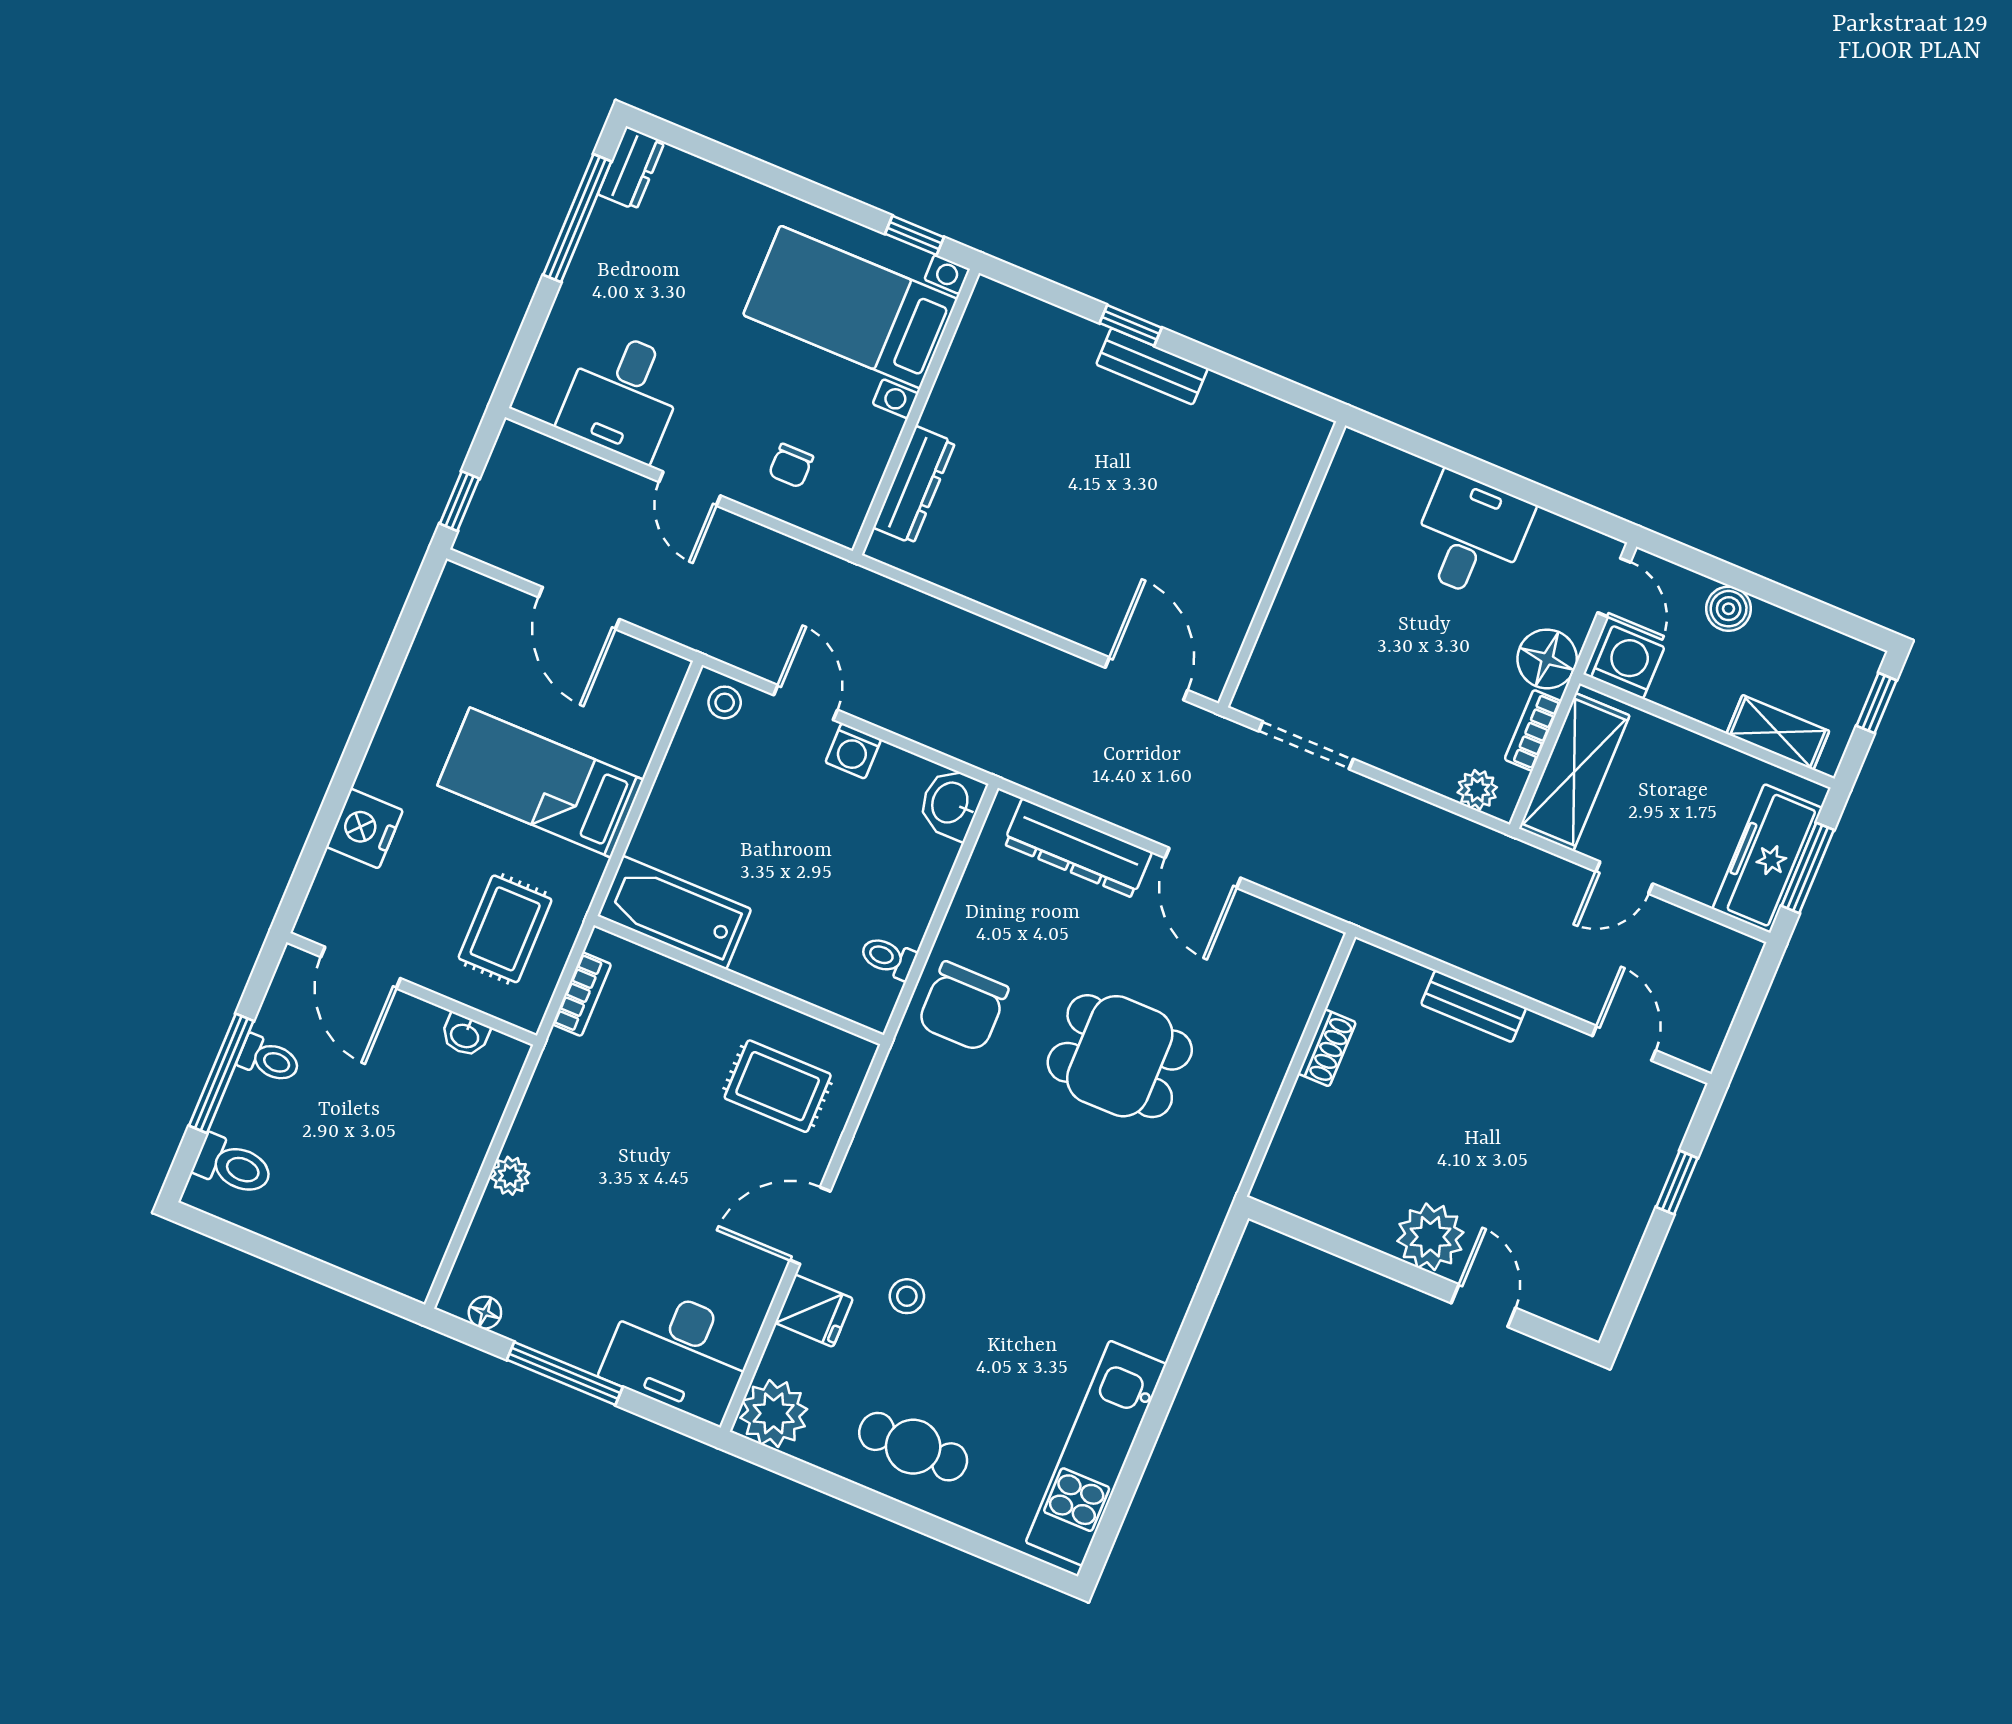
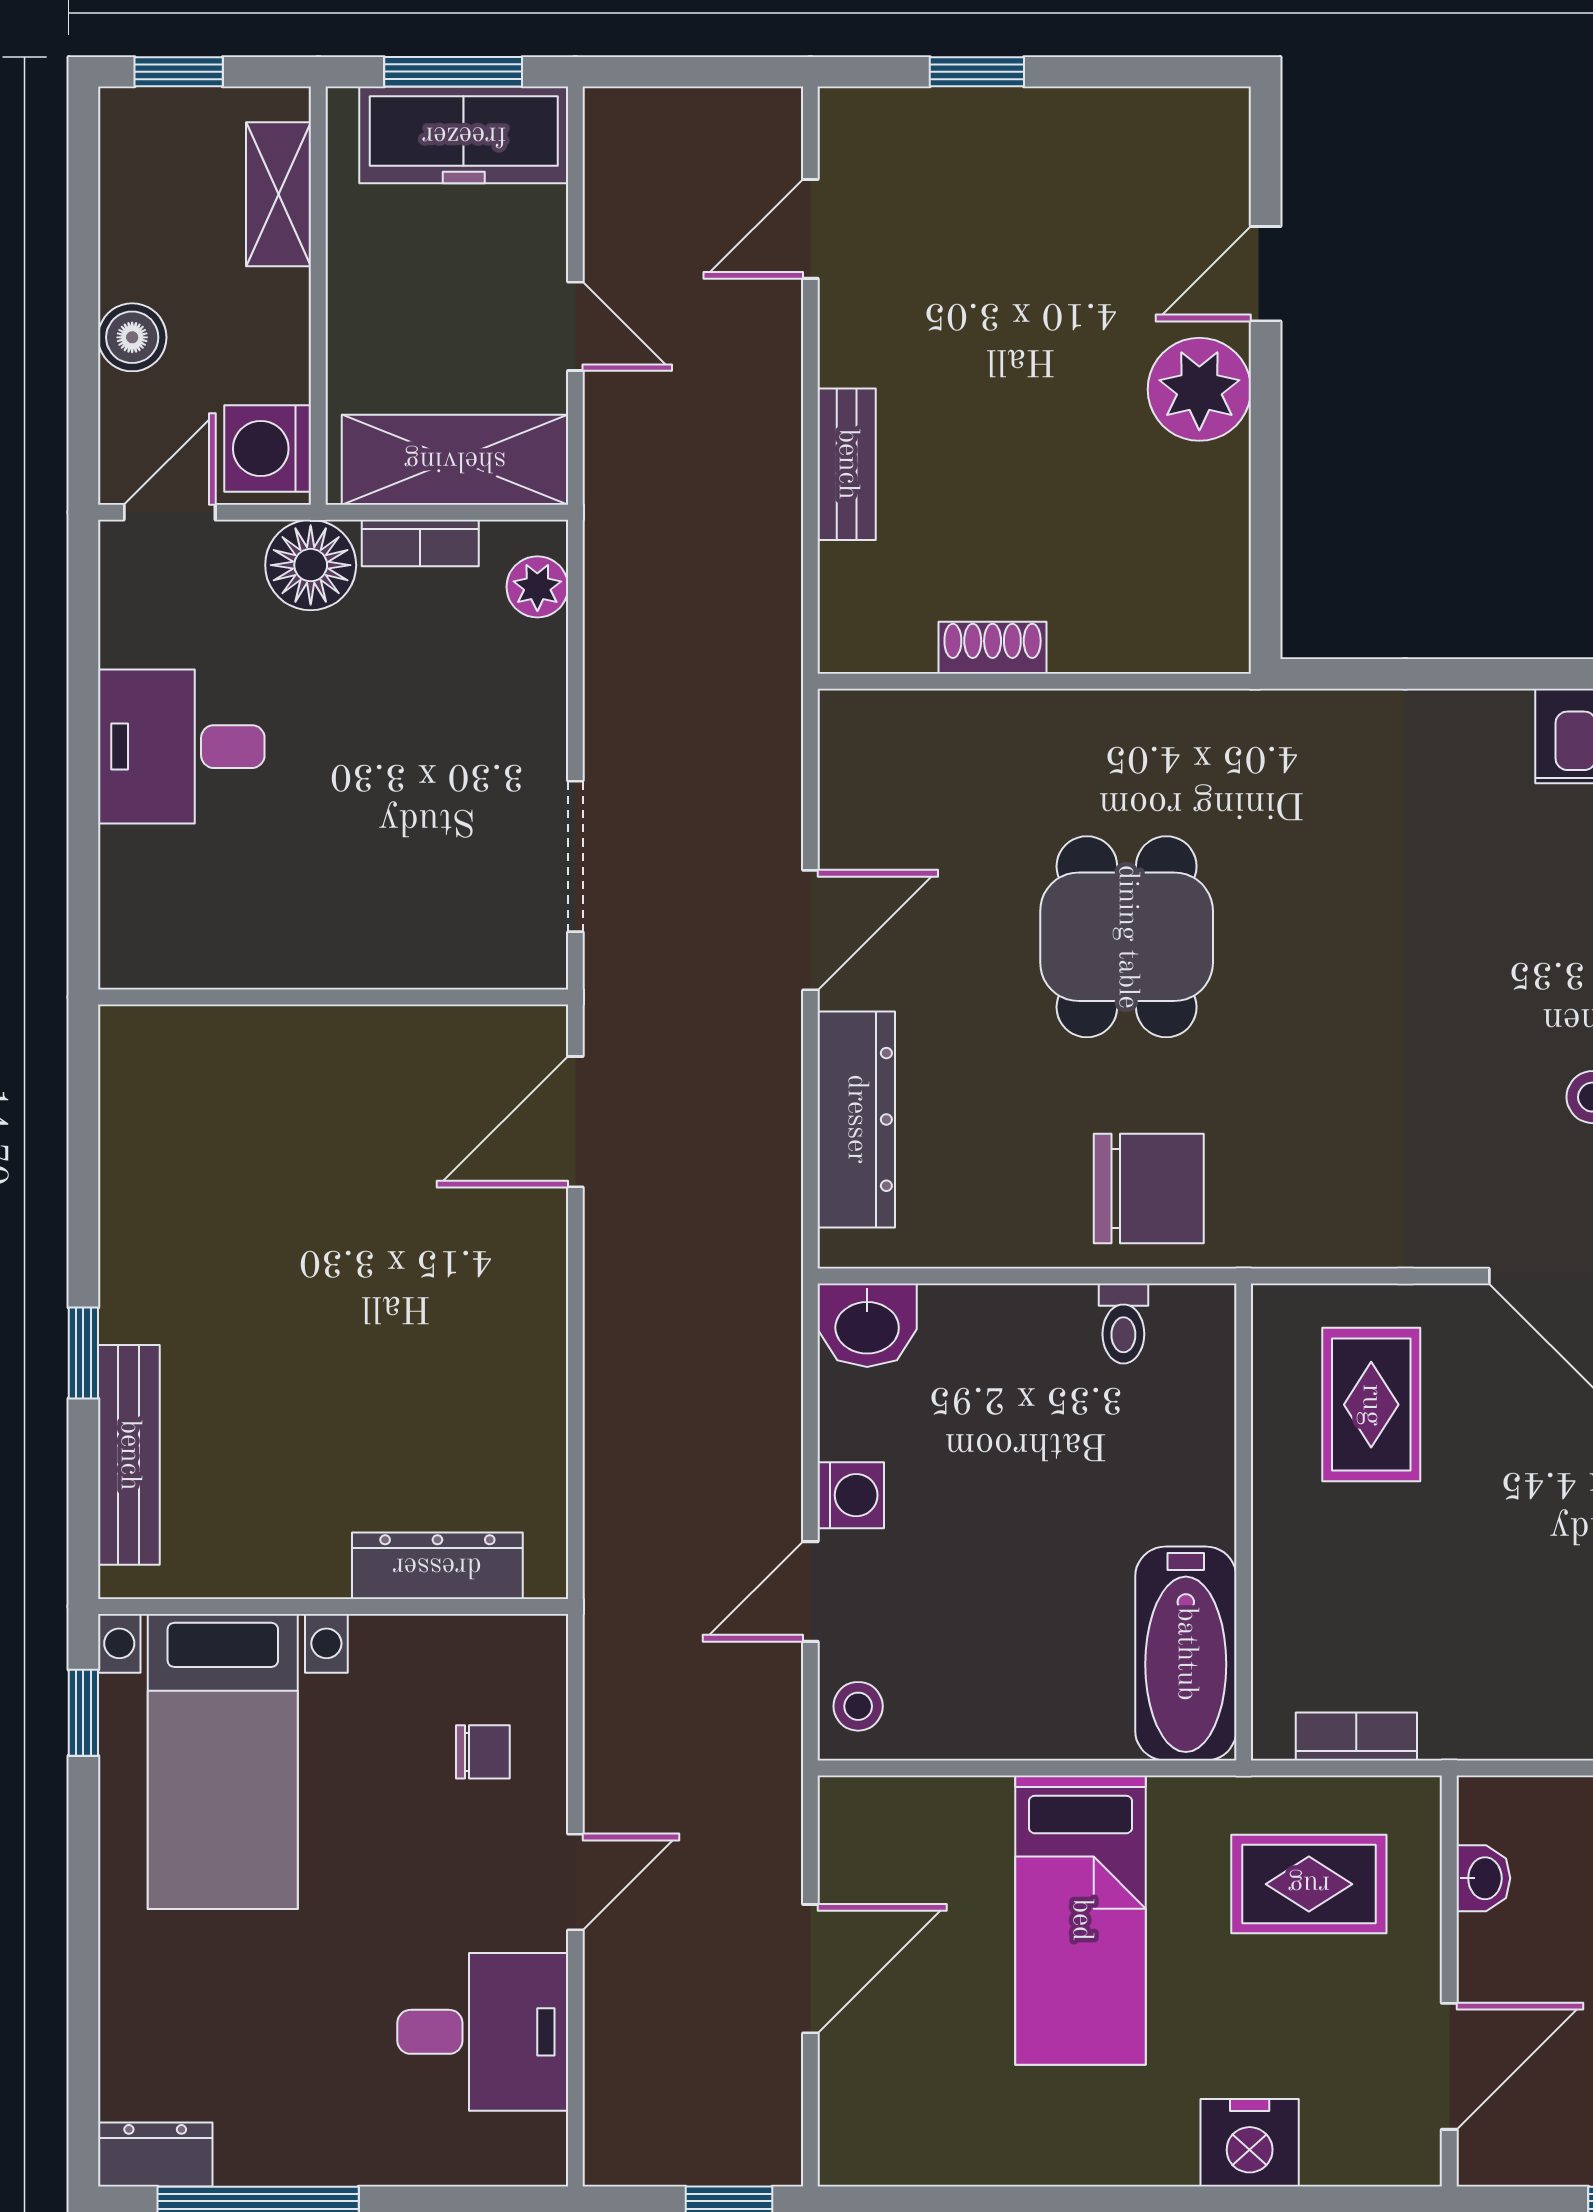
bench: (1152, 366) -> (129, 1455), moved, width x1.36

